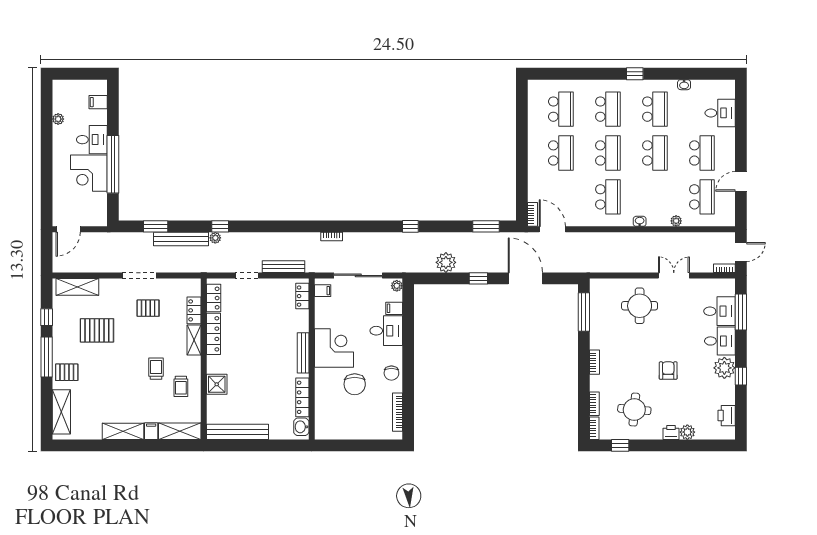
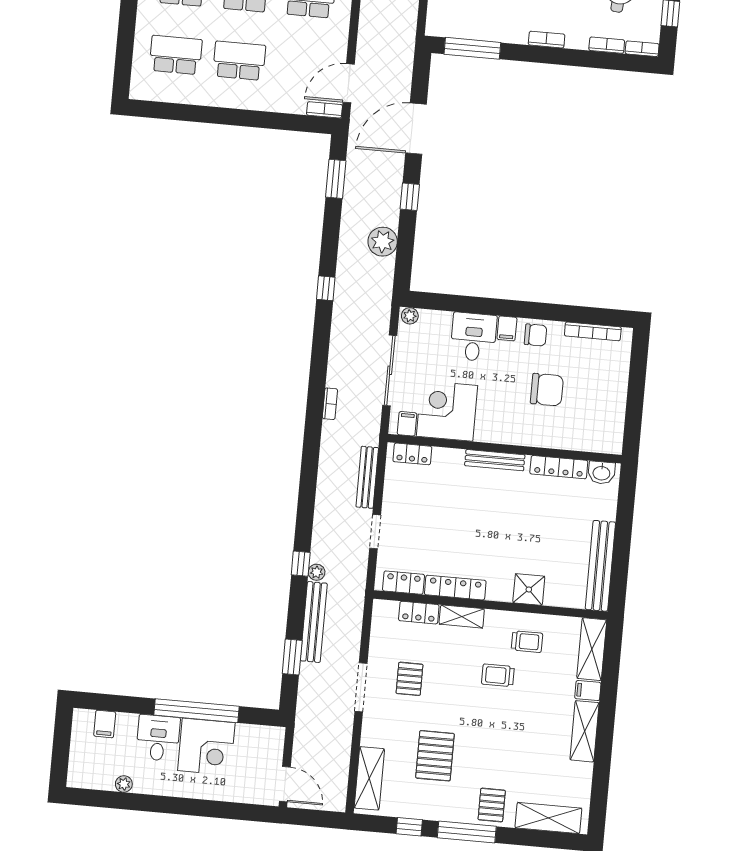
filing cabinet: (394, 308) -> (507, 328), moved
corner desk: (334, 348) -> (447, 411), moved

